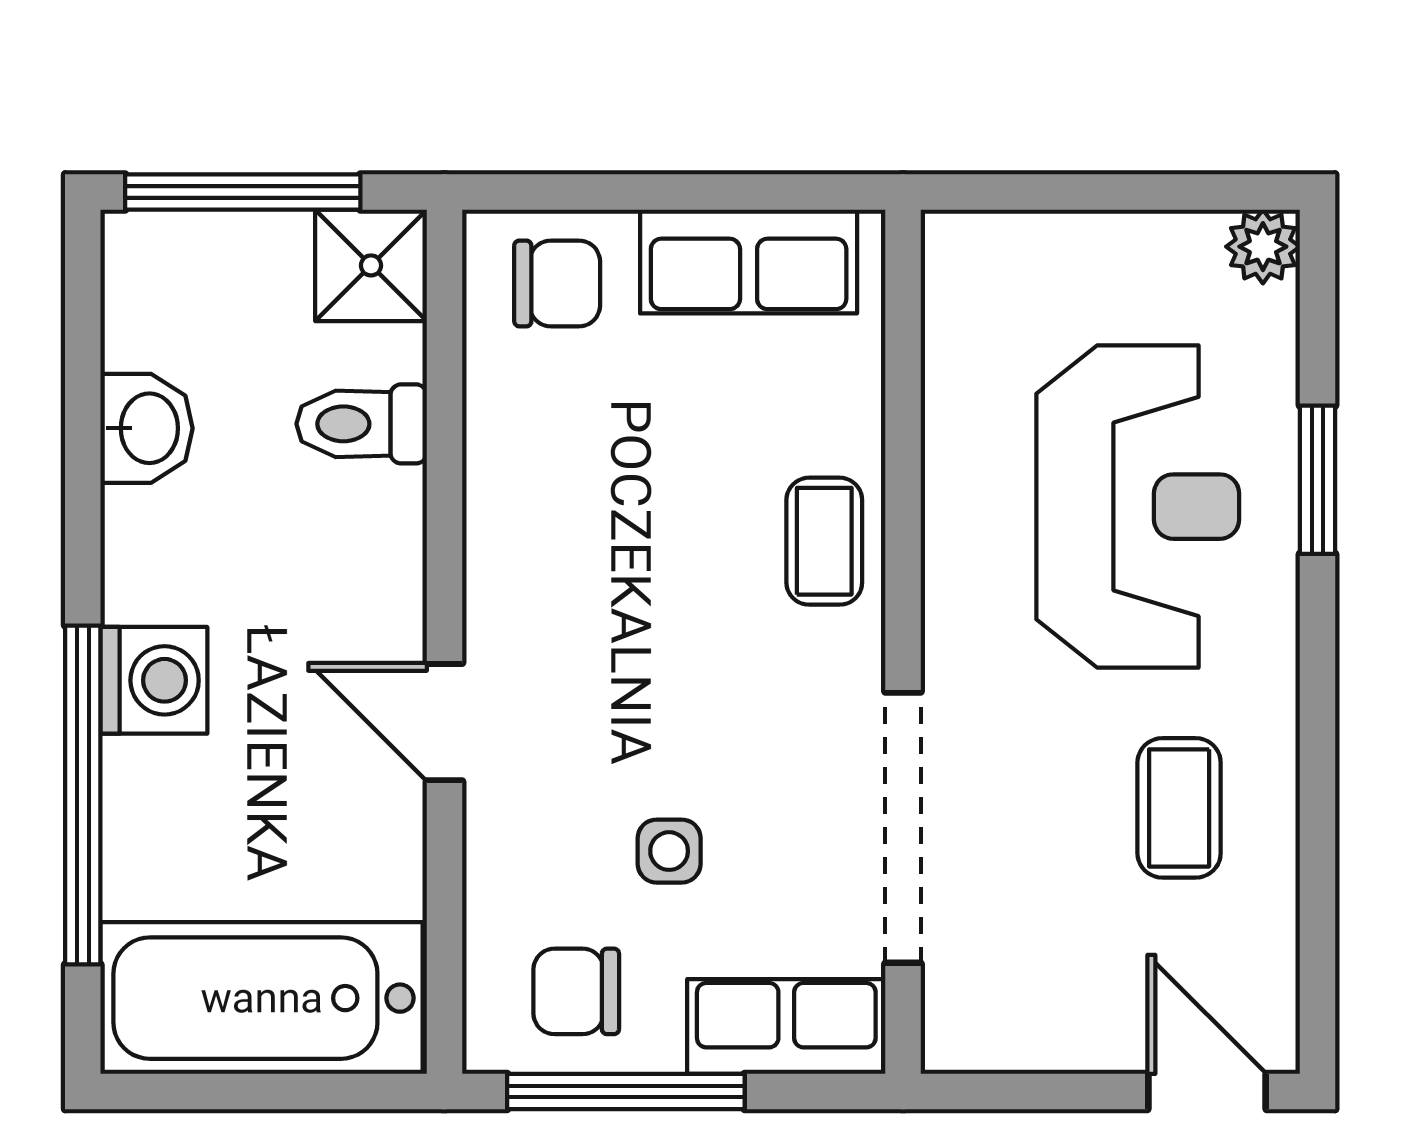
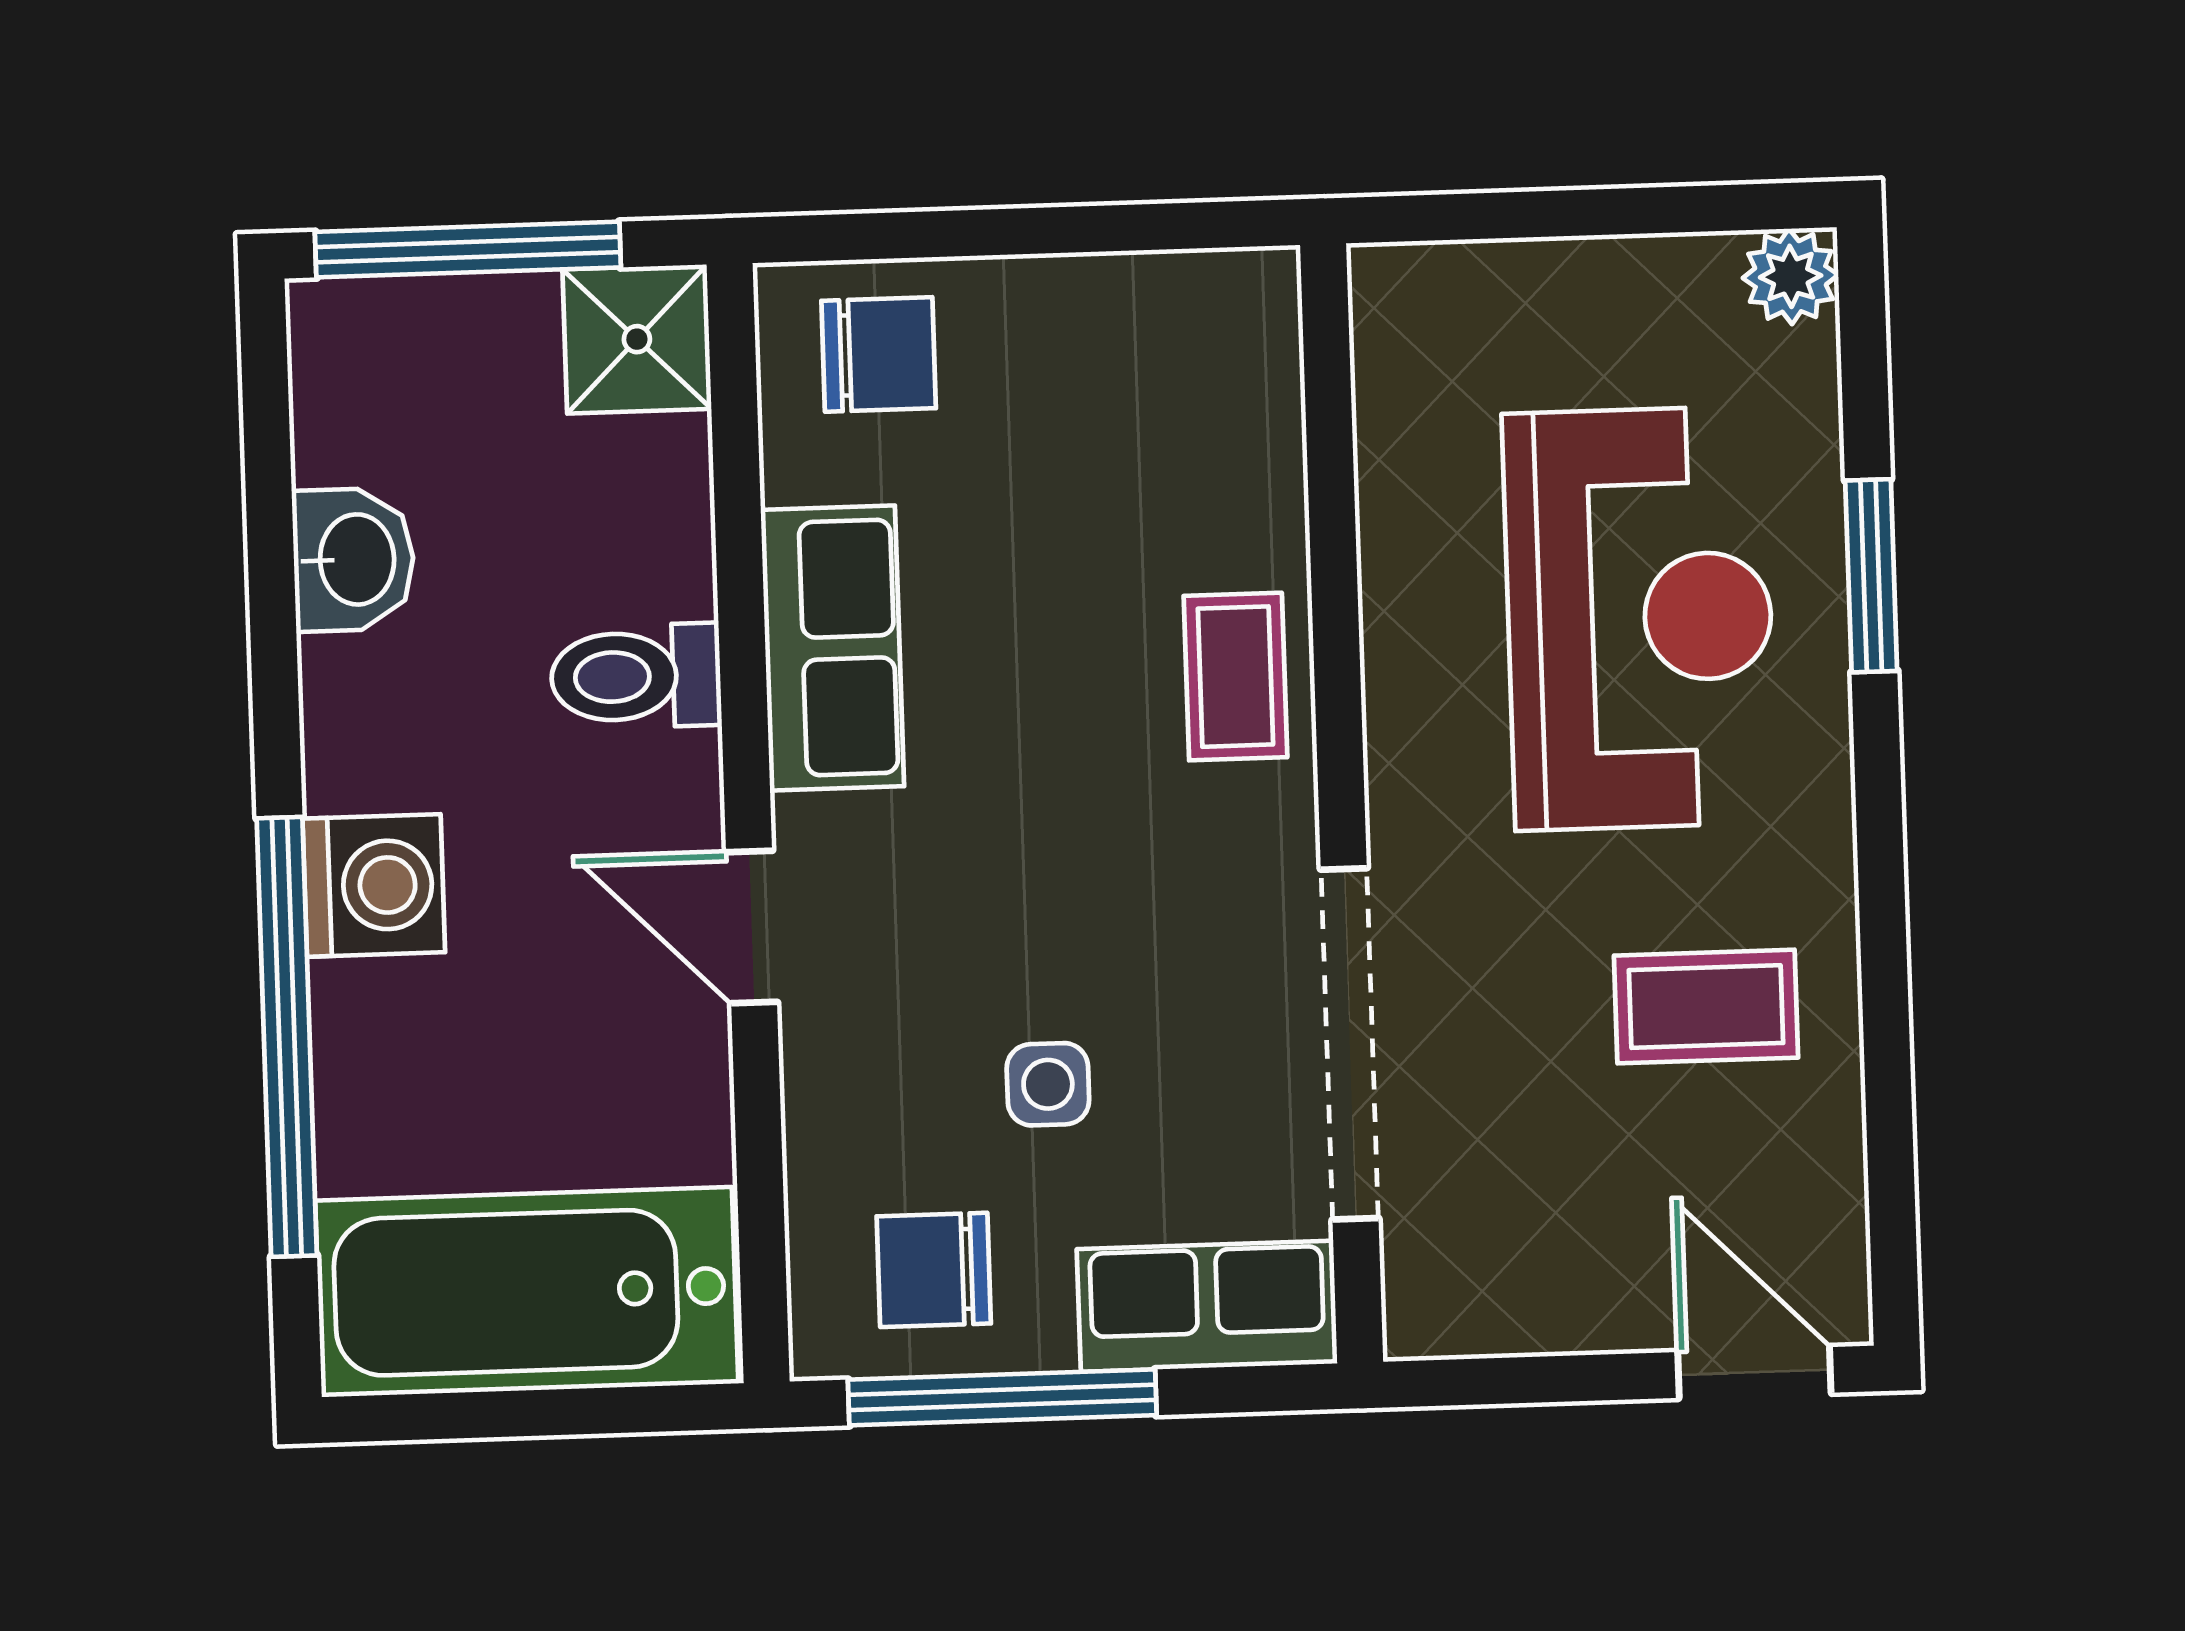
row of seats: (749, 262) -> (832, 648), moved, turned -90
toilet: (362, 424) -> (636, 676), moved
coffee table: (1179, 808) -> (1706, 1007), turned 90

